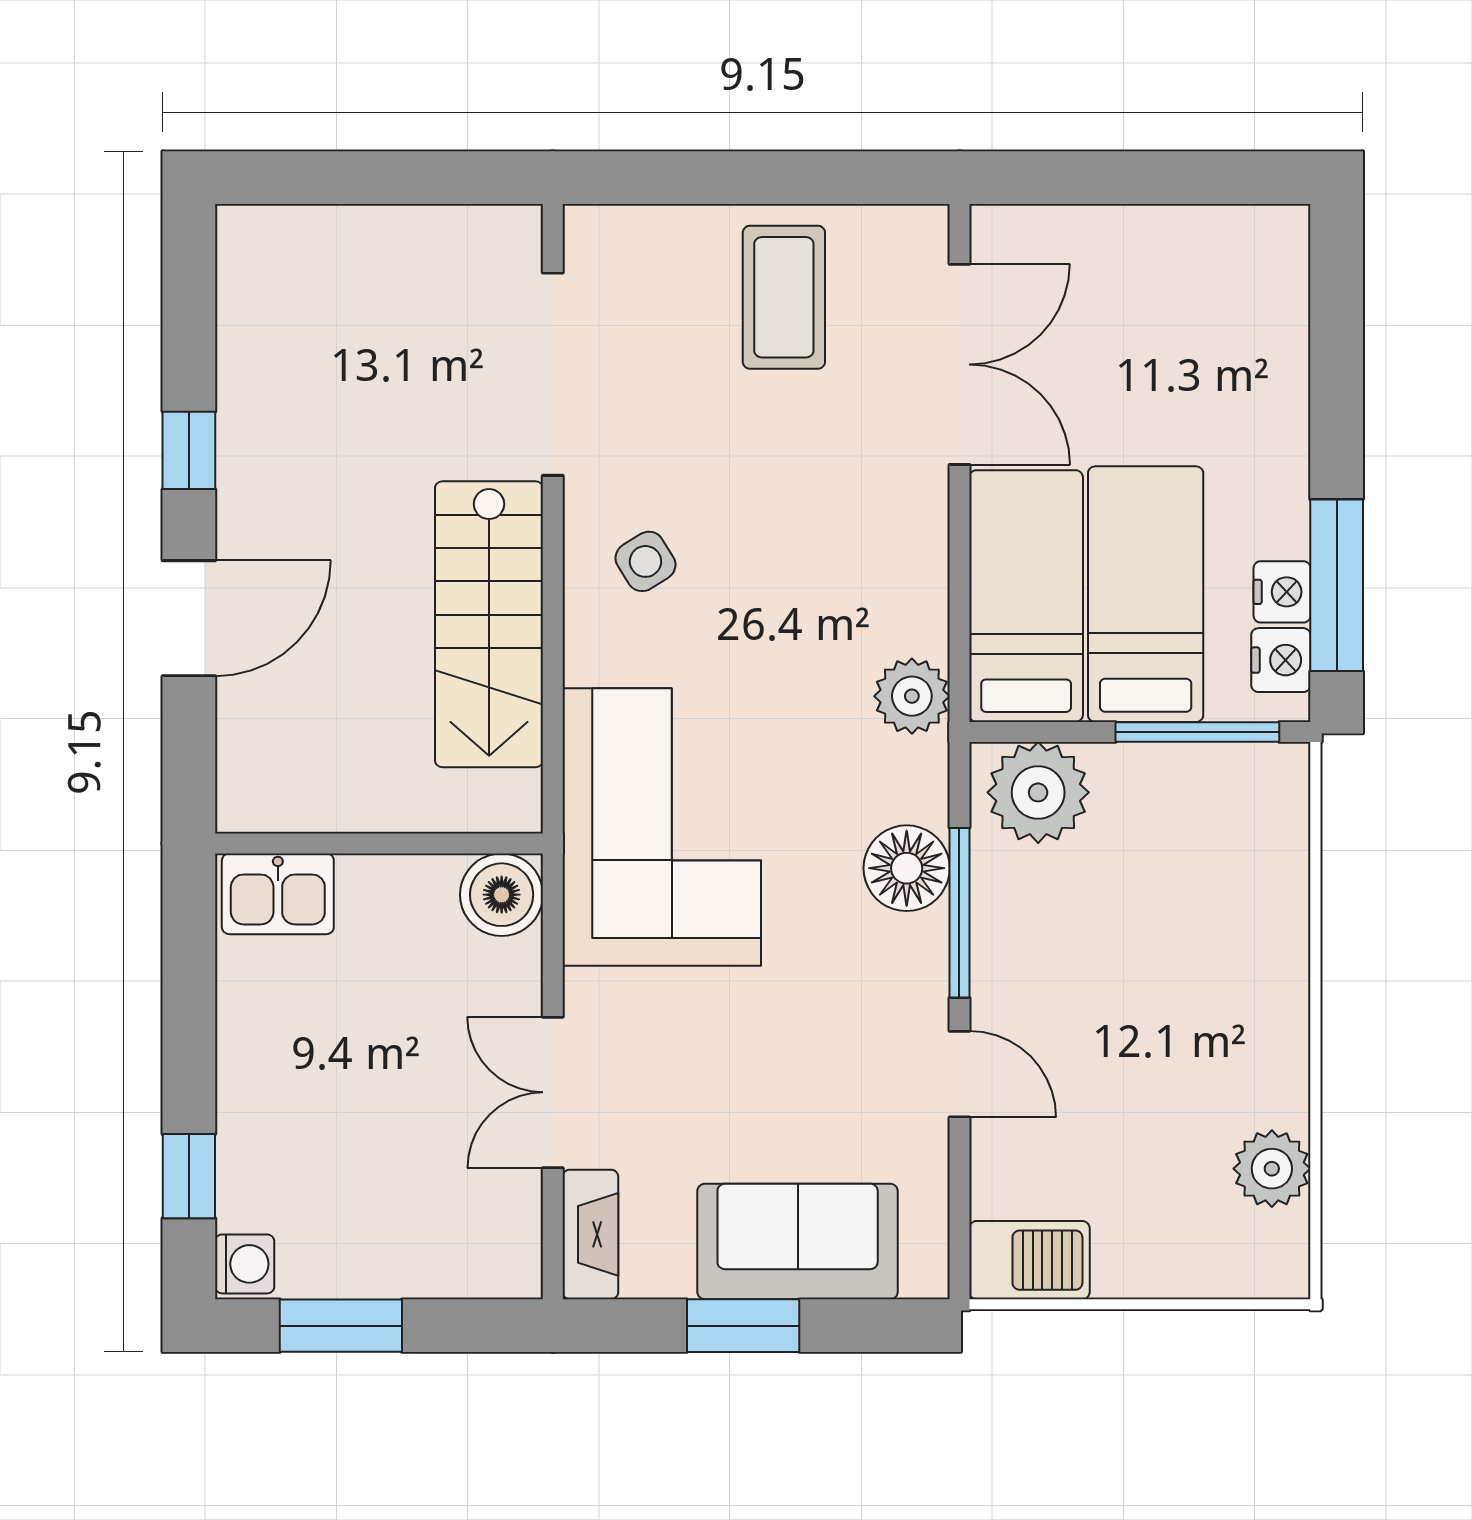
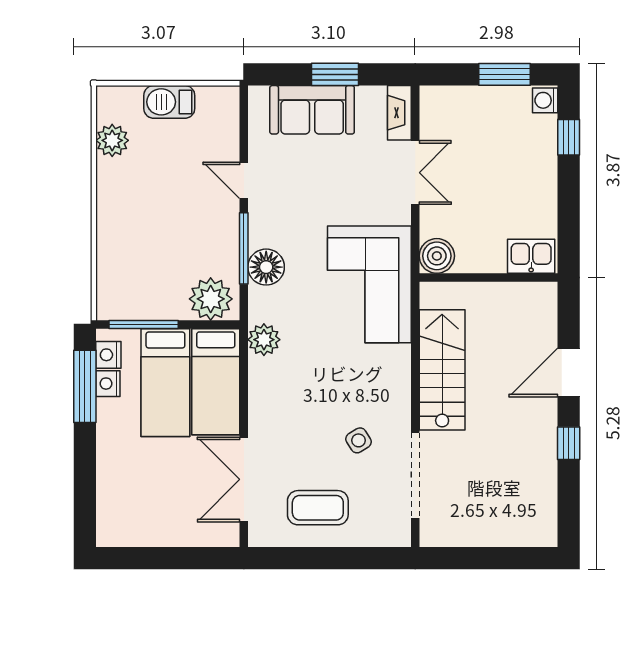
coffee table: (784, 297) -> (318, 508), turned 90
side table: (645, 561) -> (358, 440), moved
barbecue: (1029, 1260) -> (169, 102), moved

